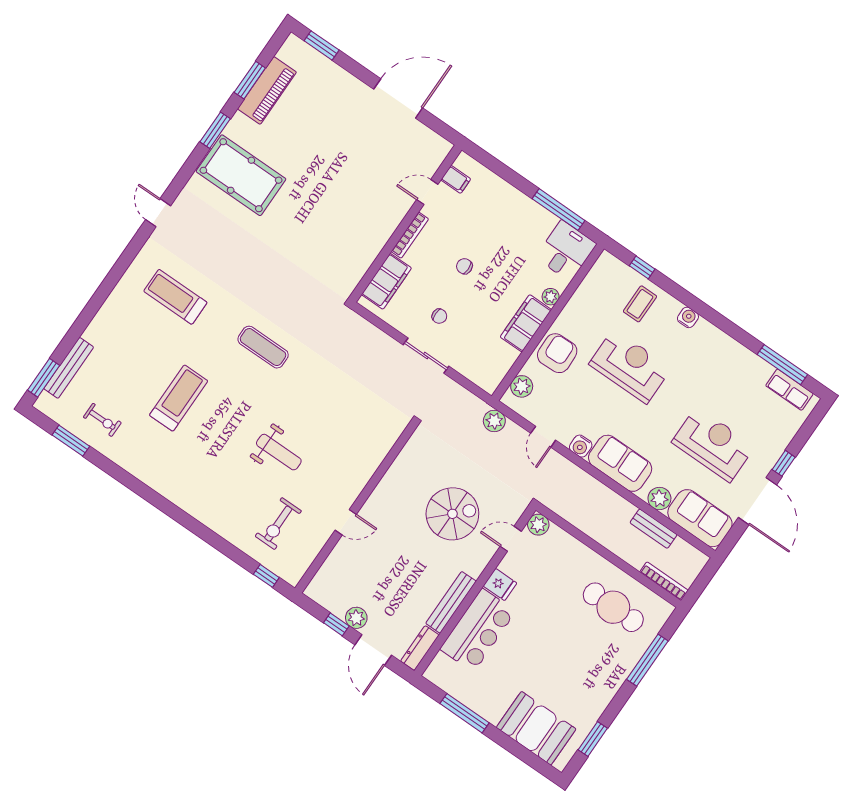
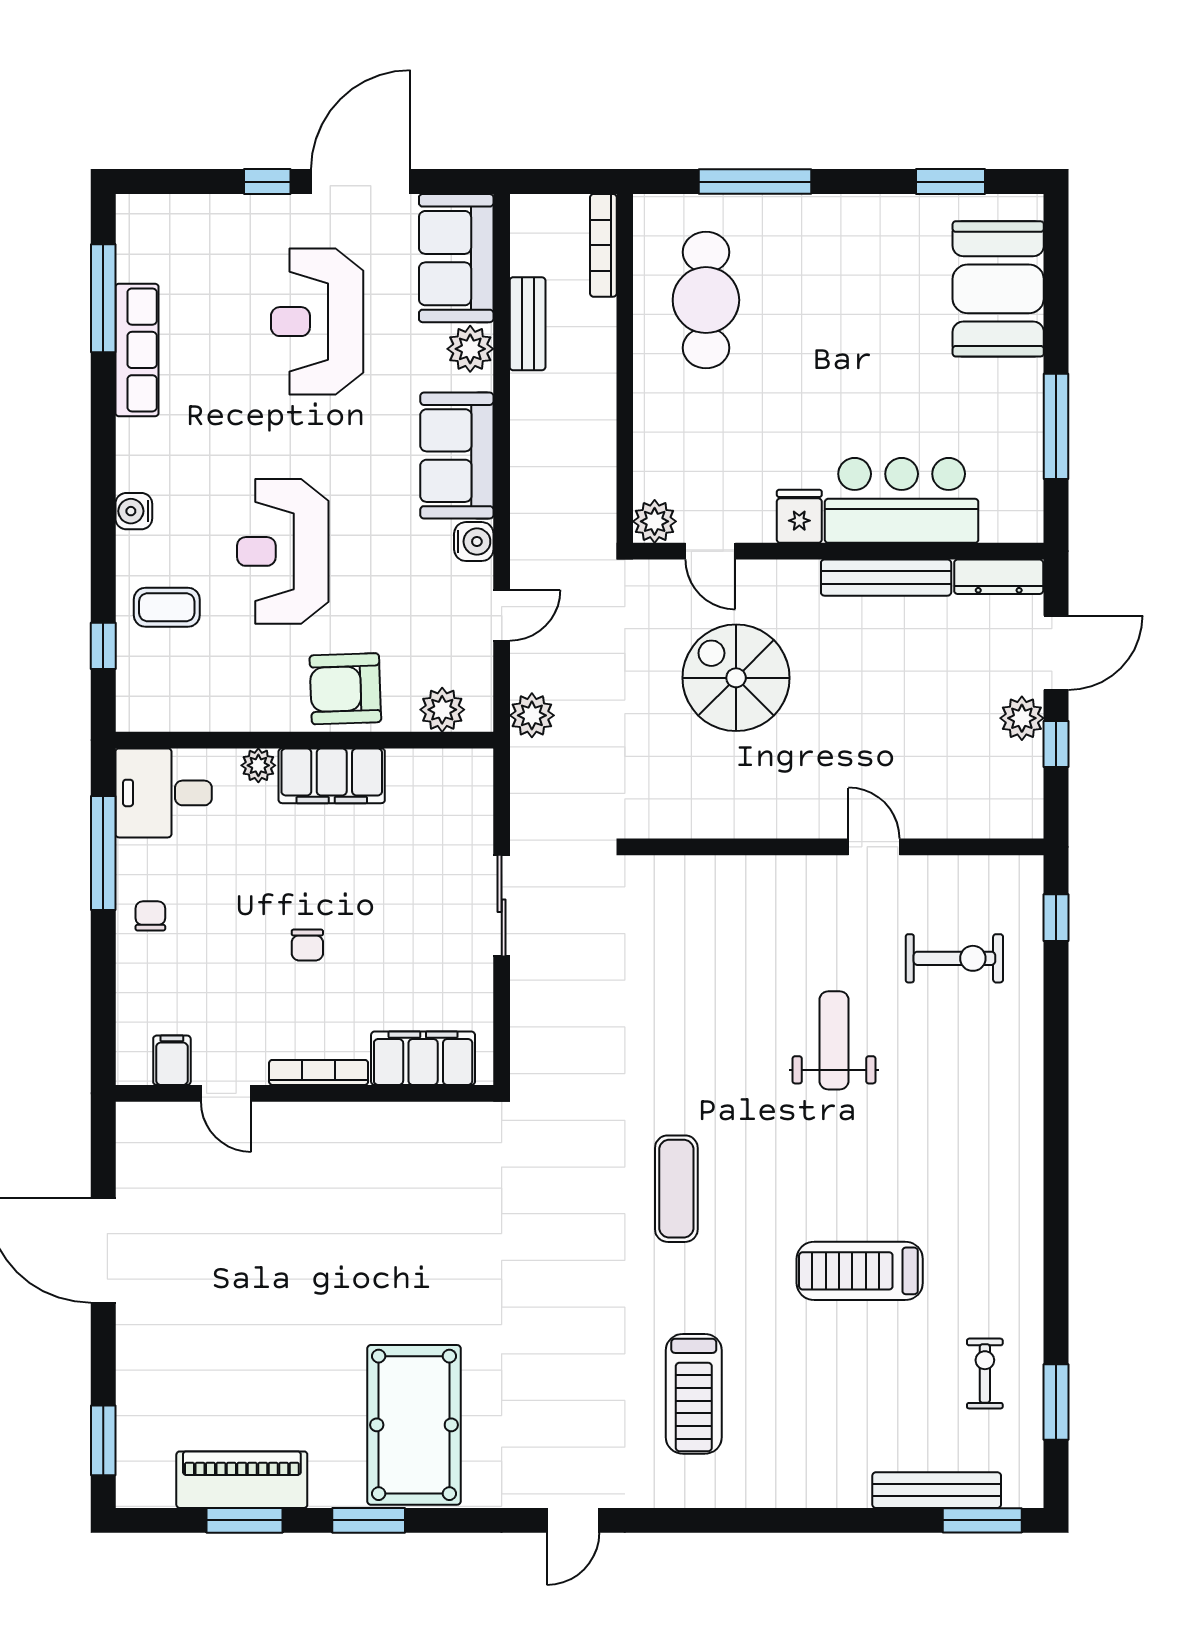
chair: (439, 316) -> (150, 916), moved
row of seats: (789, 390) -> (137, 350), moved, width x1.48

